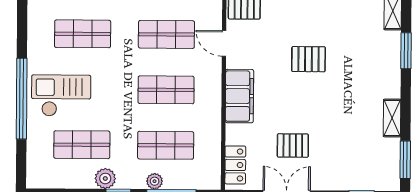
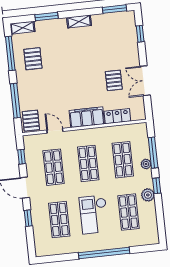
door: (224, 43) -> (55, 131), swing flipped
pallet: (308, 59) -> (33, 59), moved
checkout: (61, 96) -> (94, 214), moved
shelving: (392, 118) -> (79, 21), moved
locker: (235, 165) -> (117, 116), moved

